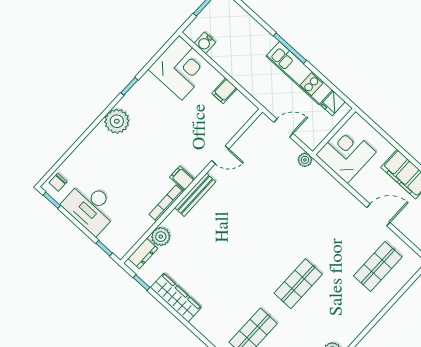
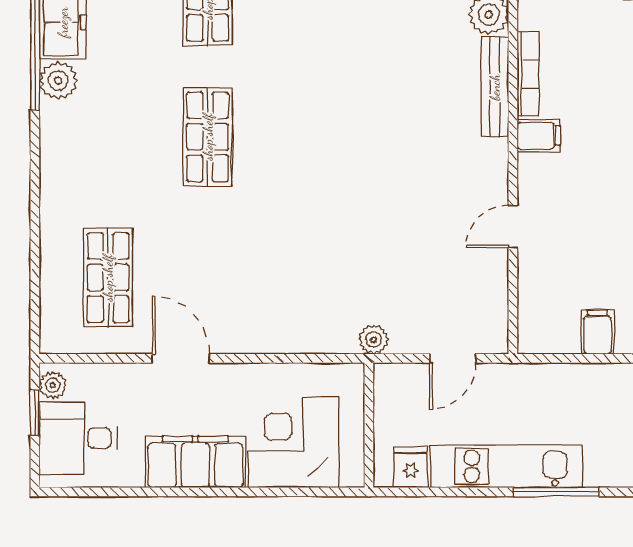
corner desk: (346, 153) -> (293, 442), moved, turned 180
bench: (195, 195) -> (495, 87), moved
door: (378, 215) -> (181, 358), swing flipped

